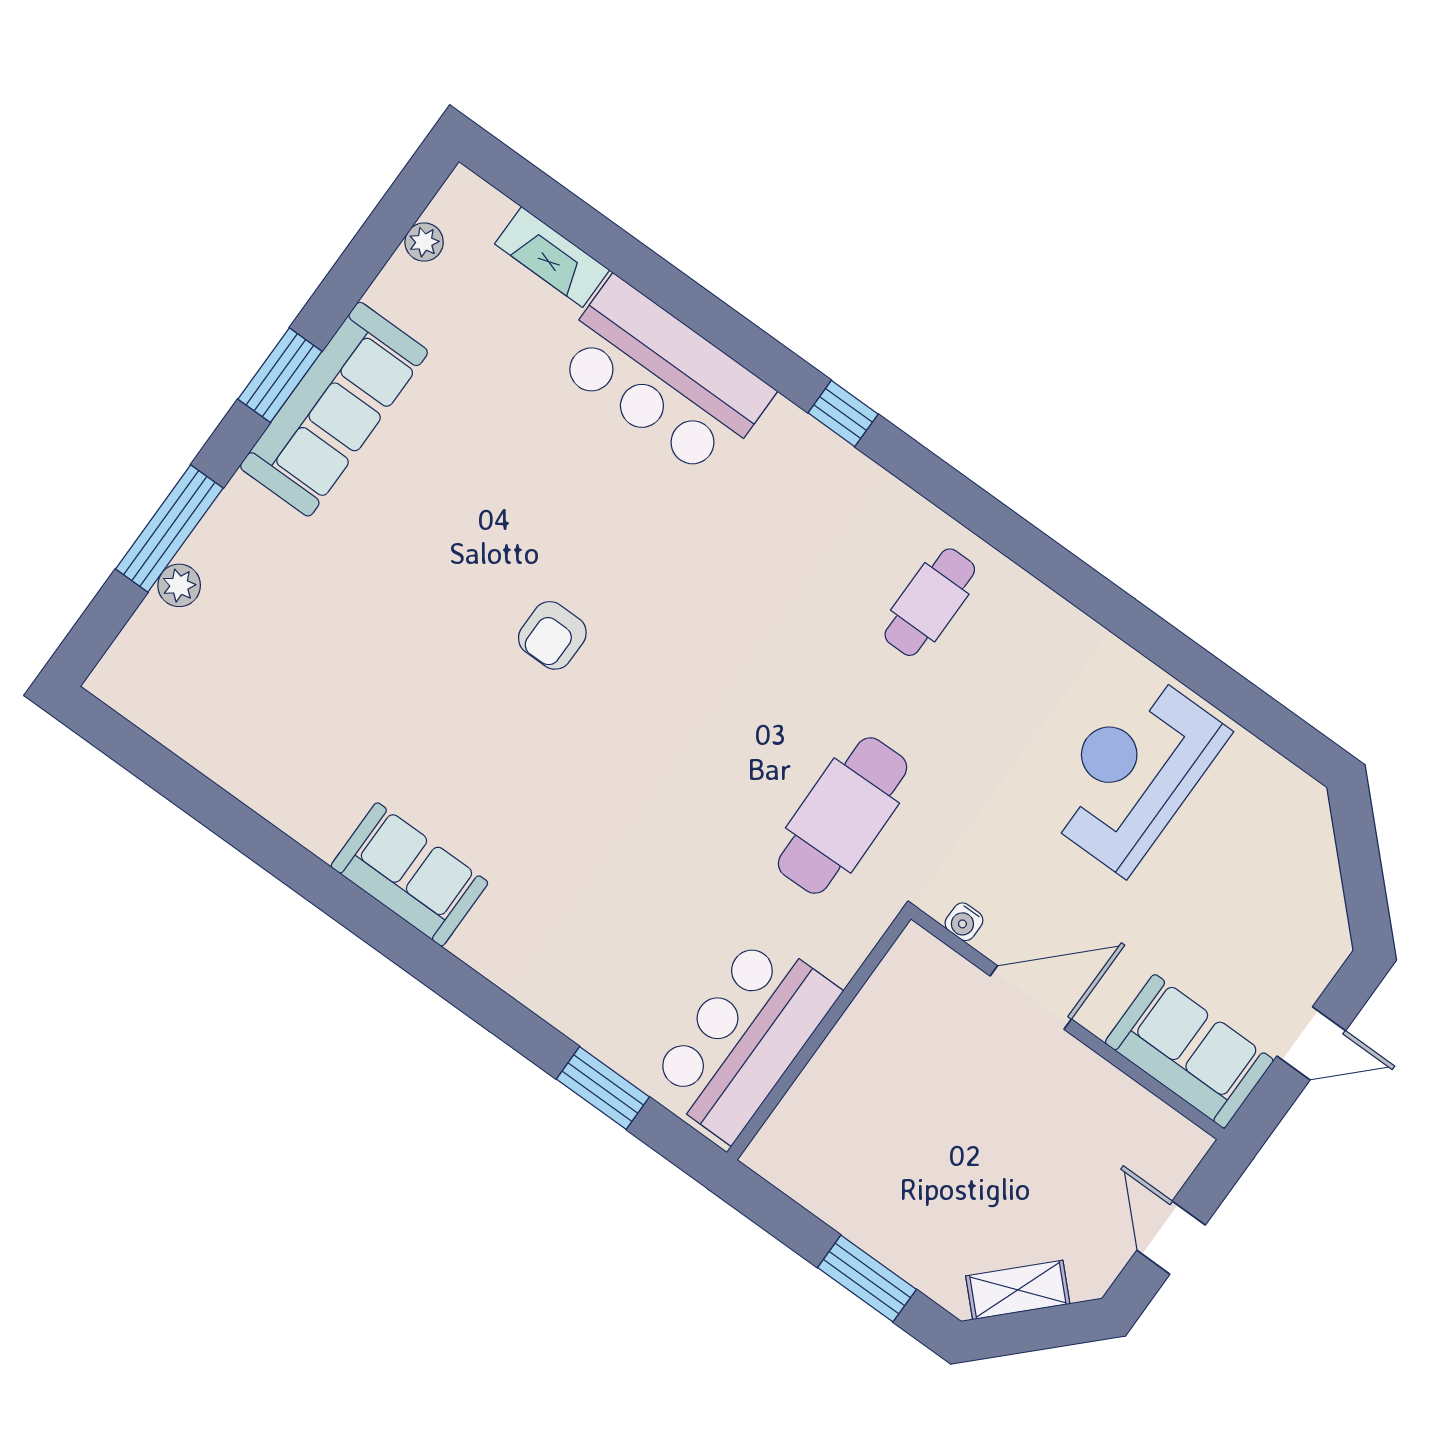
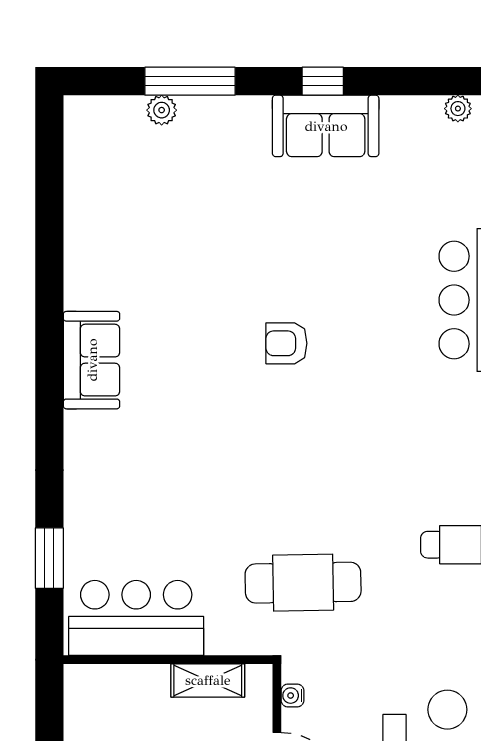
window: (280, 375) -> (323, 81), width x0.67
sofa: (334, 409) -> (326, 126), width x0.73
shelving: (876, 1007) -> (208, 680), added

